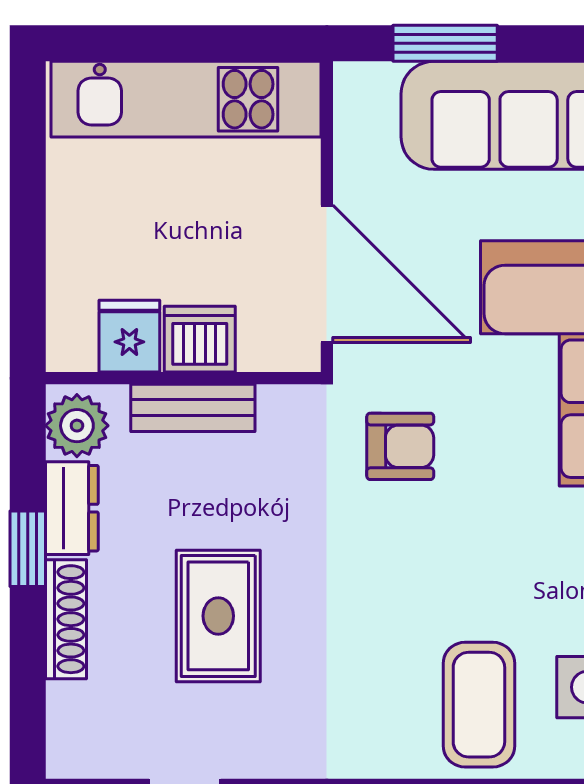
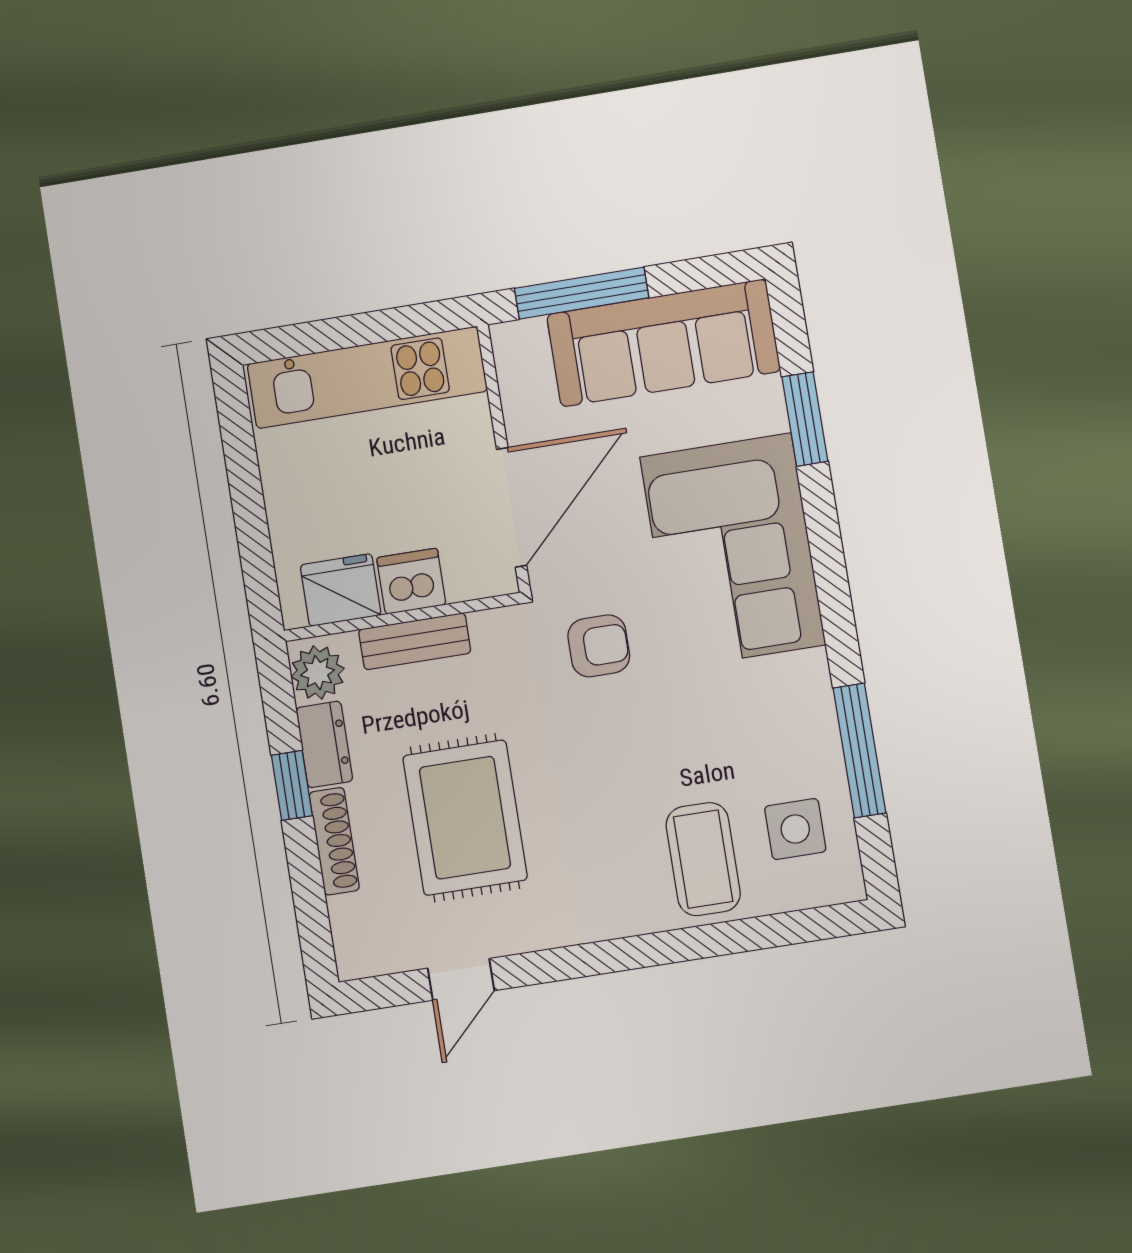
window: (445, 43) -> (582, 293), width x1.44
door: (327, 274) -> (512, 507), hinge flipped
fridge: (129, 336) -> (341, 590), width x1.38
rug: (218, 616) -> (465, 818), width x1.36, depth x1.43

